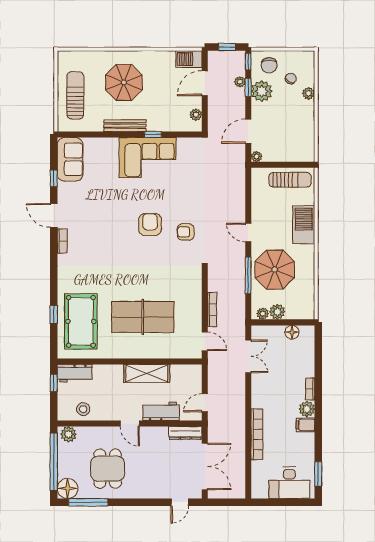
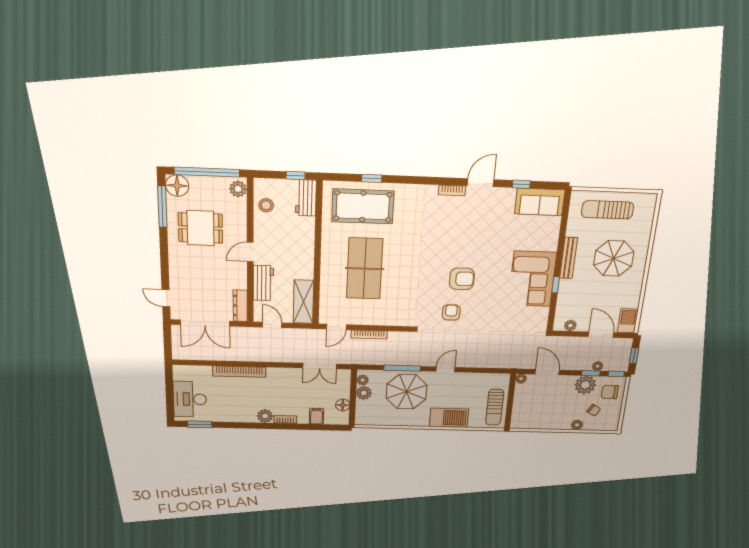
sun lounger: (75, 95) -> (608, 210), turned 180
shelving: (147, 373) -> (303, 302), moved
filing cabinet: (305, 425) -> (317, 416), moved

